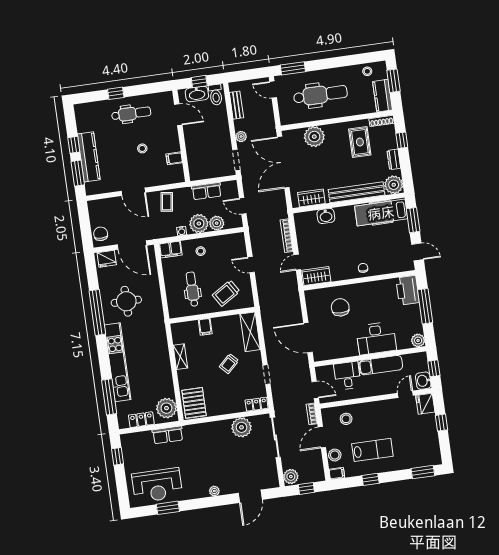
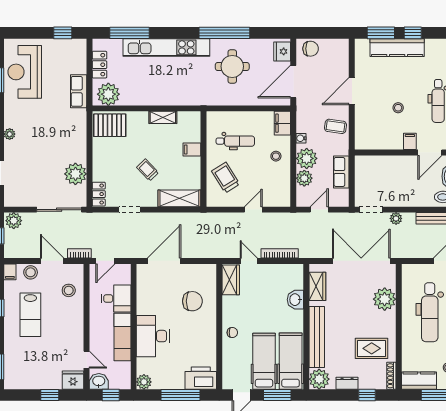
filing cabinet: (174, 158) -> (410, 141), moved
hospital bed: (385, 236) -> (264, 361), added

